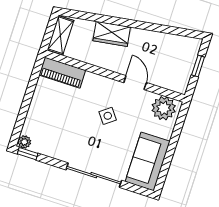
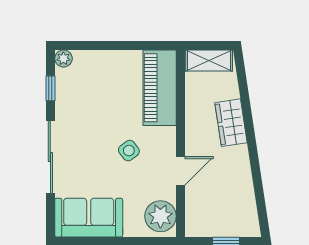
piano: (62, 73) -> (160, 88), width x1.37, depth x1.33
window: (28, 154) -> (50, 88), moved

